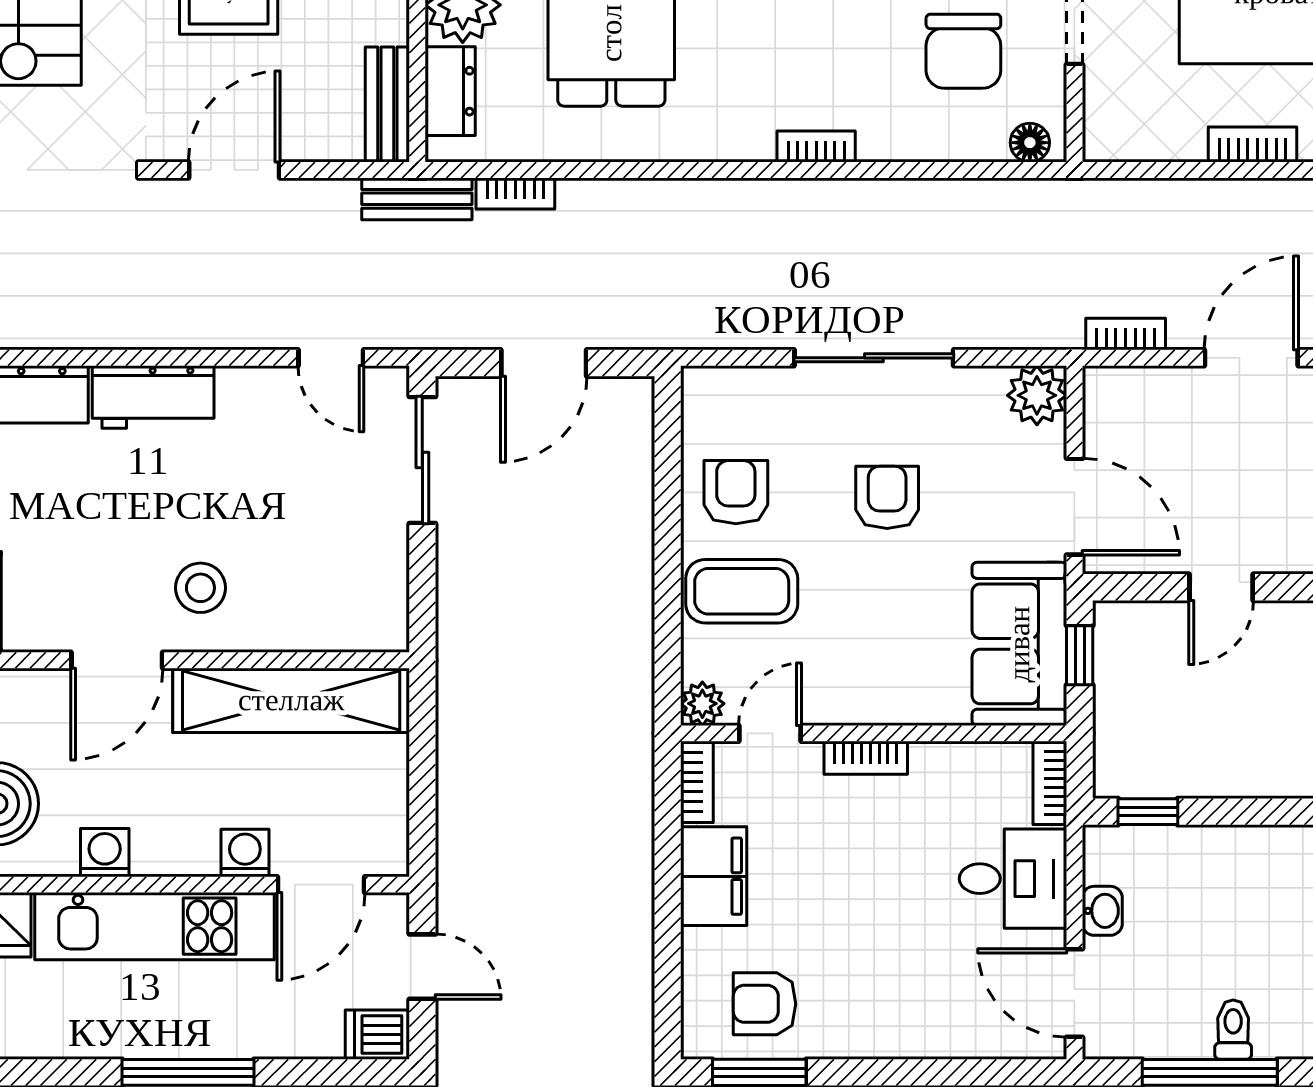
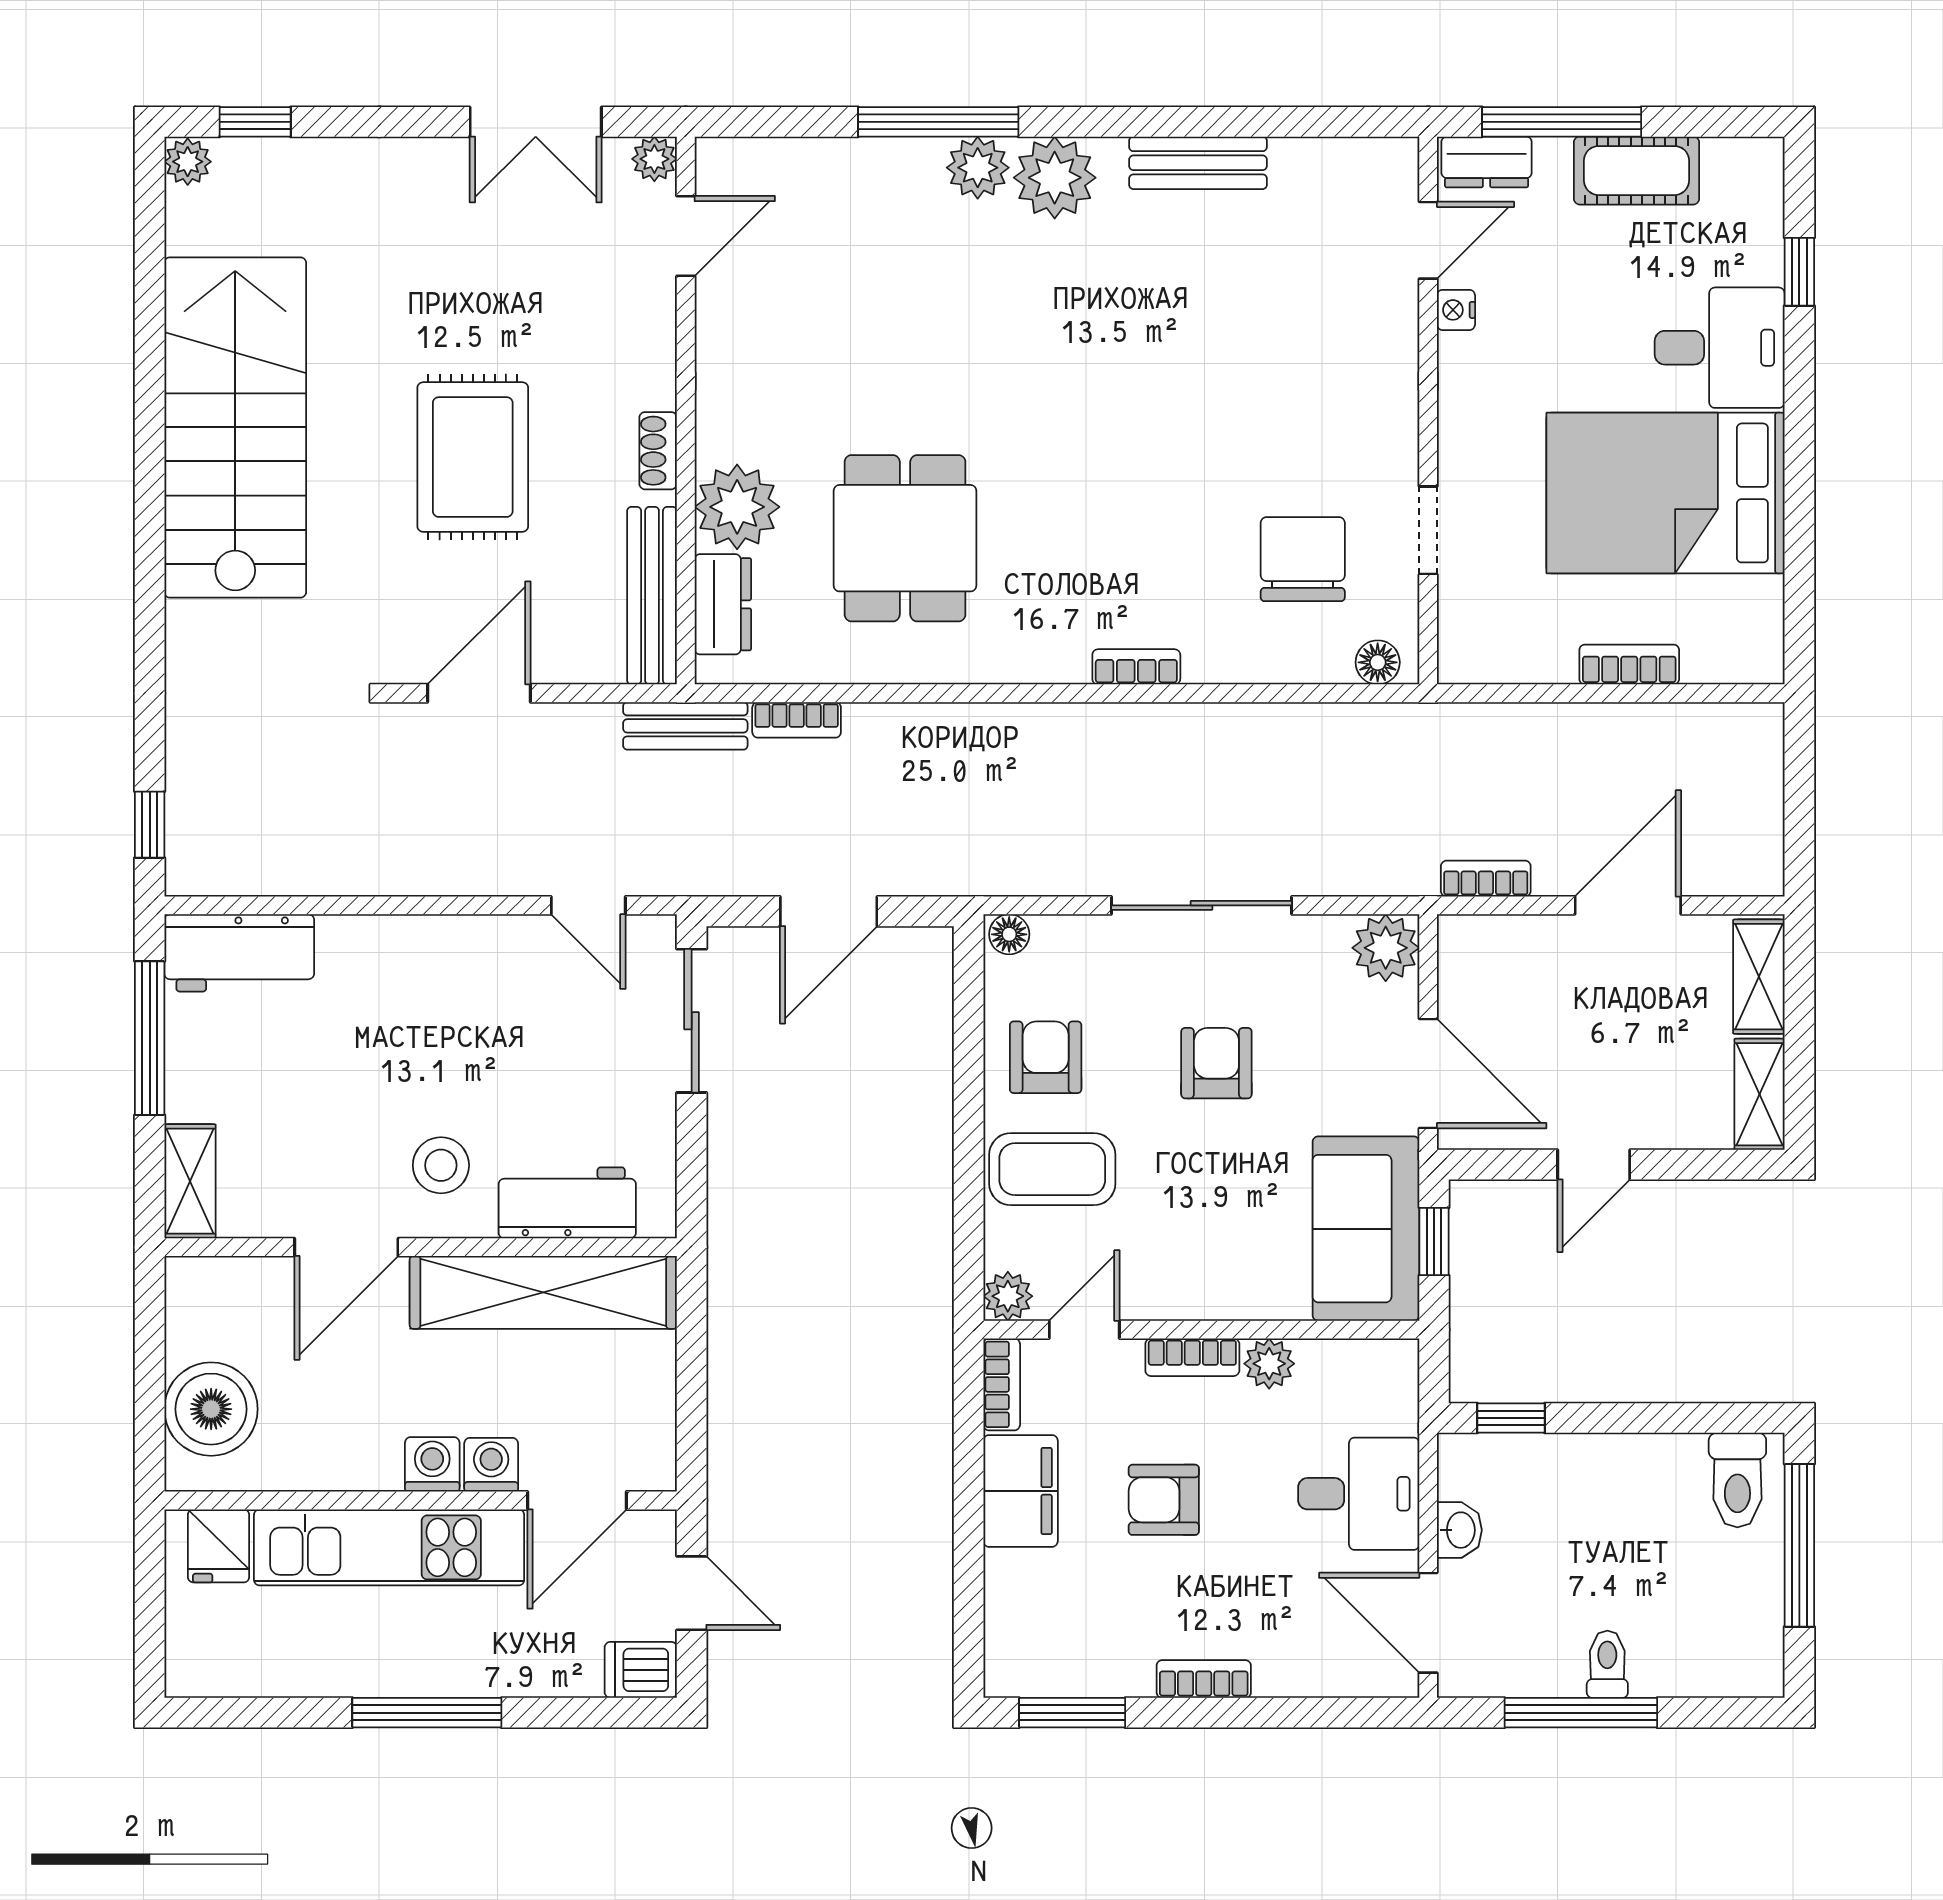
chair: (963, 51) -> (1303, 559), turned 180
bench: (387, 105) -> (652, 596), width x1.36
floor lamp: (704, 383) -> (1009, 934), added
workbench: (153, 397) -> (567, 1203), moved, turned 180
plant: (934, 763) -> (1269, 1364), added
bookcase: (1050, 783) -> (1204, 1679), moved, turned 90
washing machine: (105, 853) -> (432, 1464), moved
armchair: (764, 1004) -> (1164, 1500), moved

